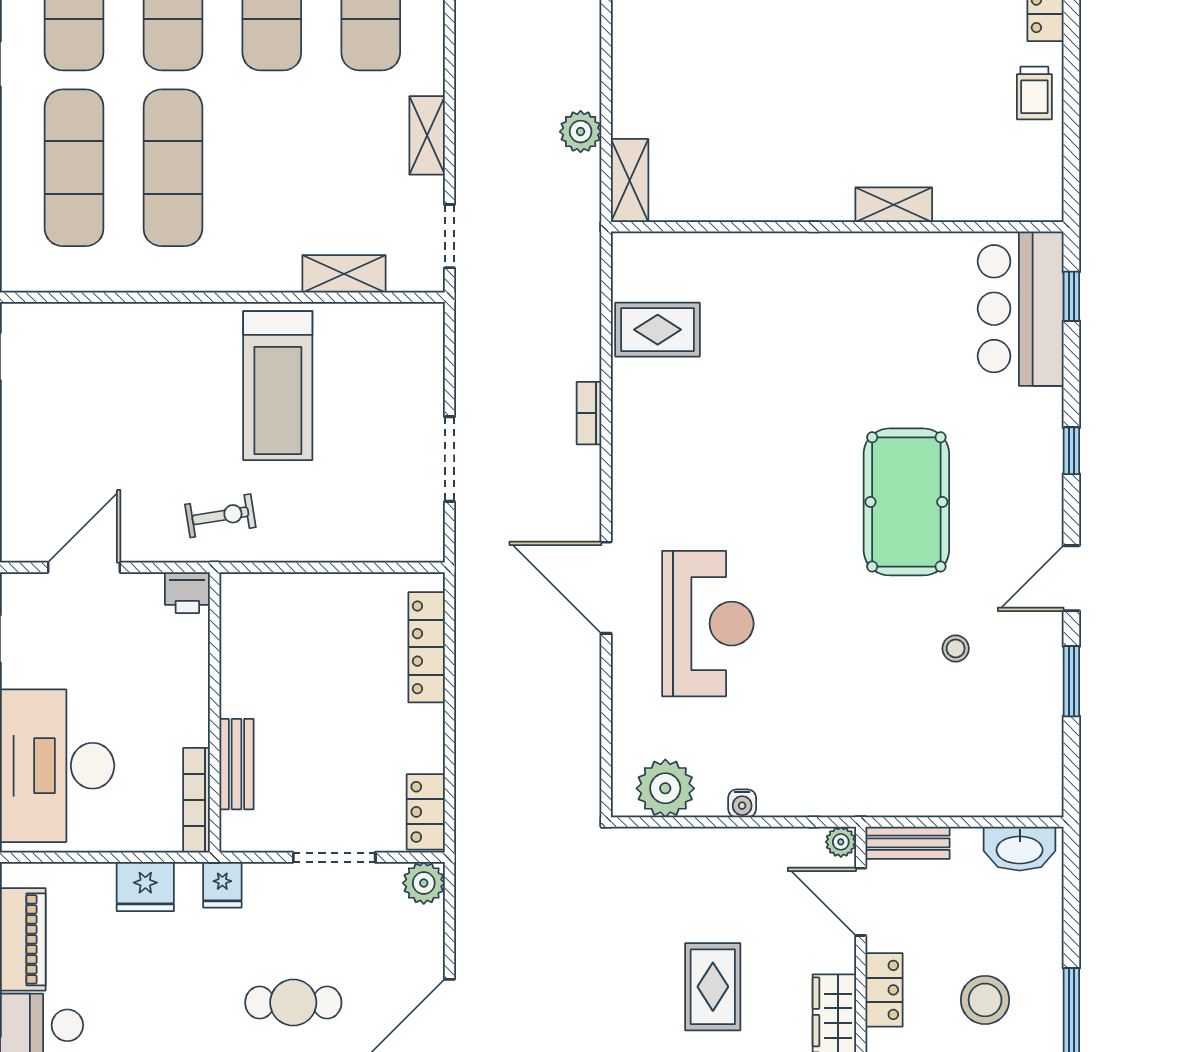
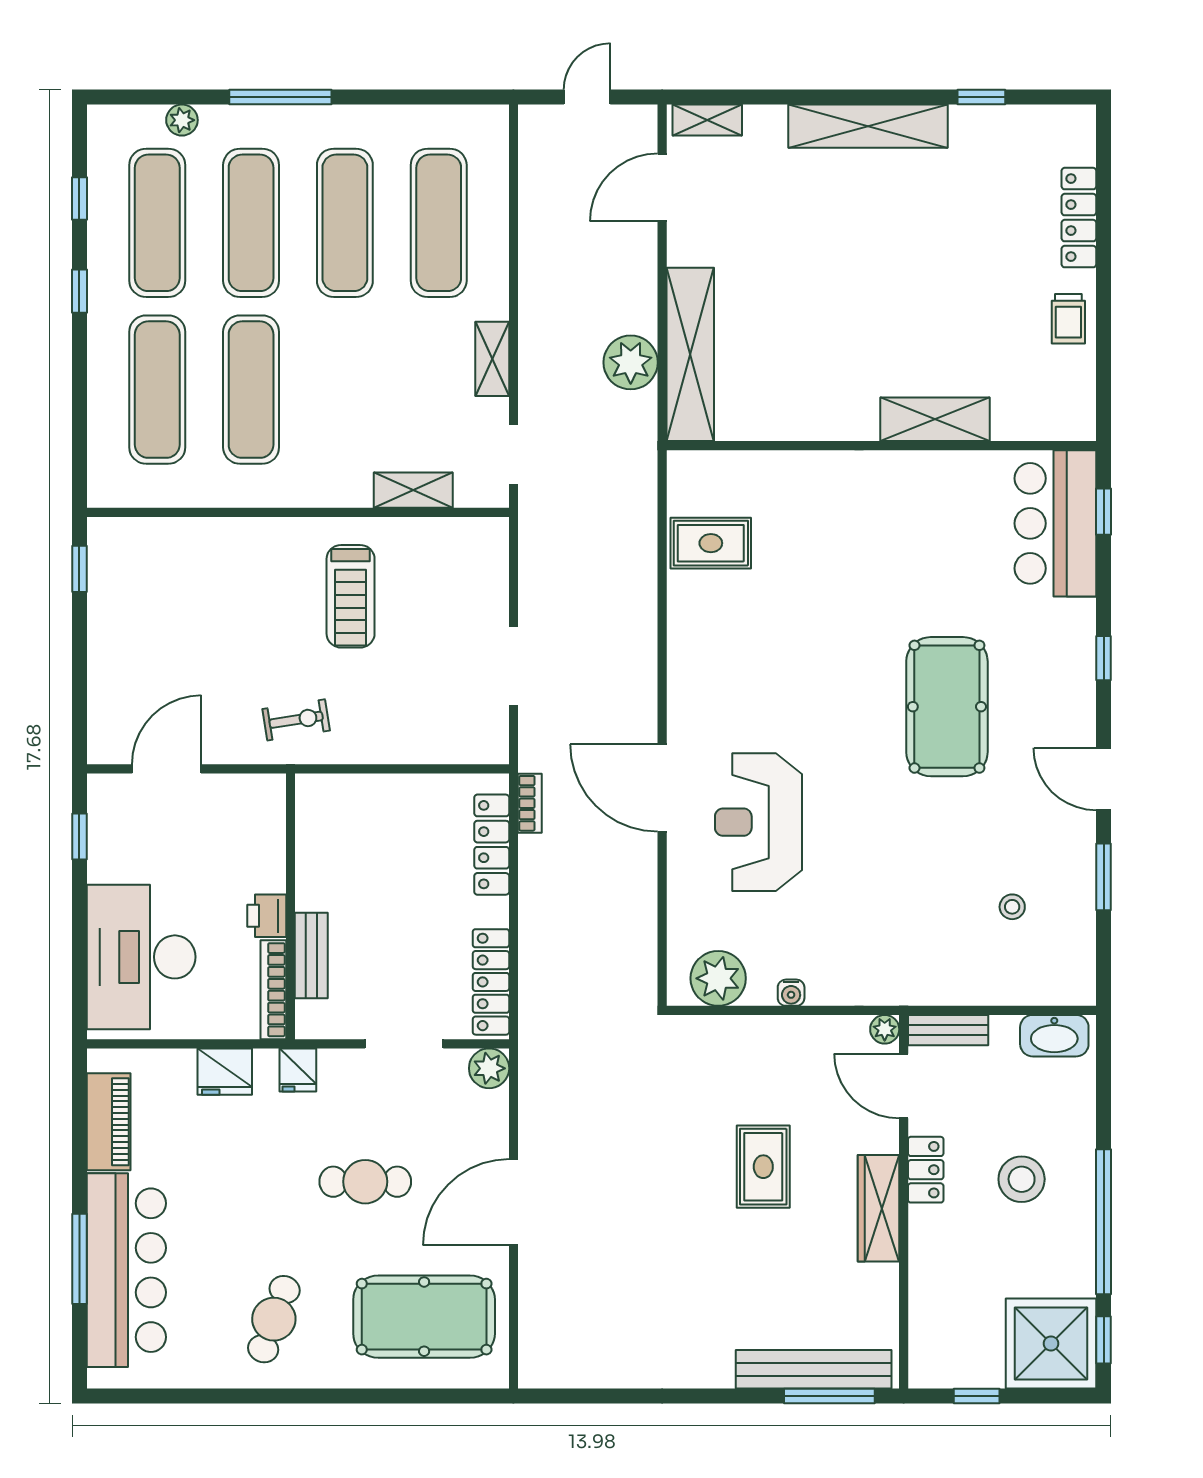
plant: (581, 132) -> (631, 362), width x1.36, depth x1.36
shelving: (630, 180) -> (690, 354), width x2.20, depth x1.33
shelving: (894, 205) -> (935, 419), width x1.50, depth x1.33
treadmill: (278, 386) -> (351, 596), width x0.73, depth x0.73
bookcase: (589, 413) -> (530, 803), moved, turned 180
door: (1071, 578) -> (1104, 779), hinge flipped
printer: (187, 593) -> (267, 916), moved, turned 90
reception desk: (708, 624) -> (759, 822), turned 180
stool: (956, 648) -> (1012, 907), moved
locker: (426, 812) -> (491, 982), width x1.53

